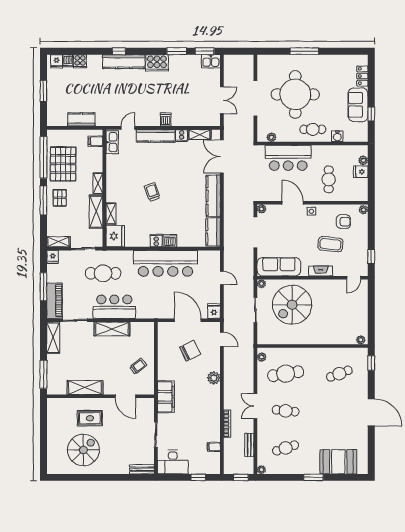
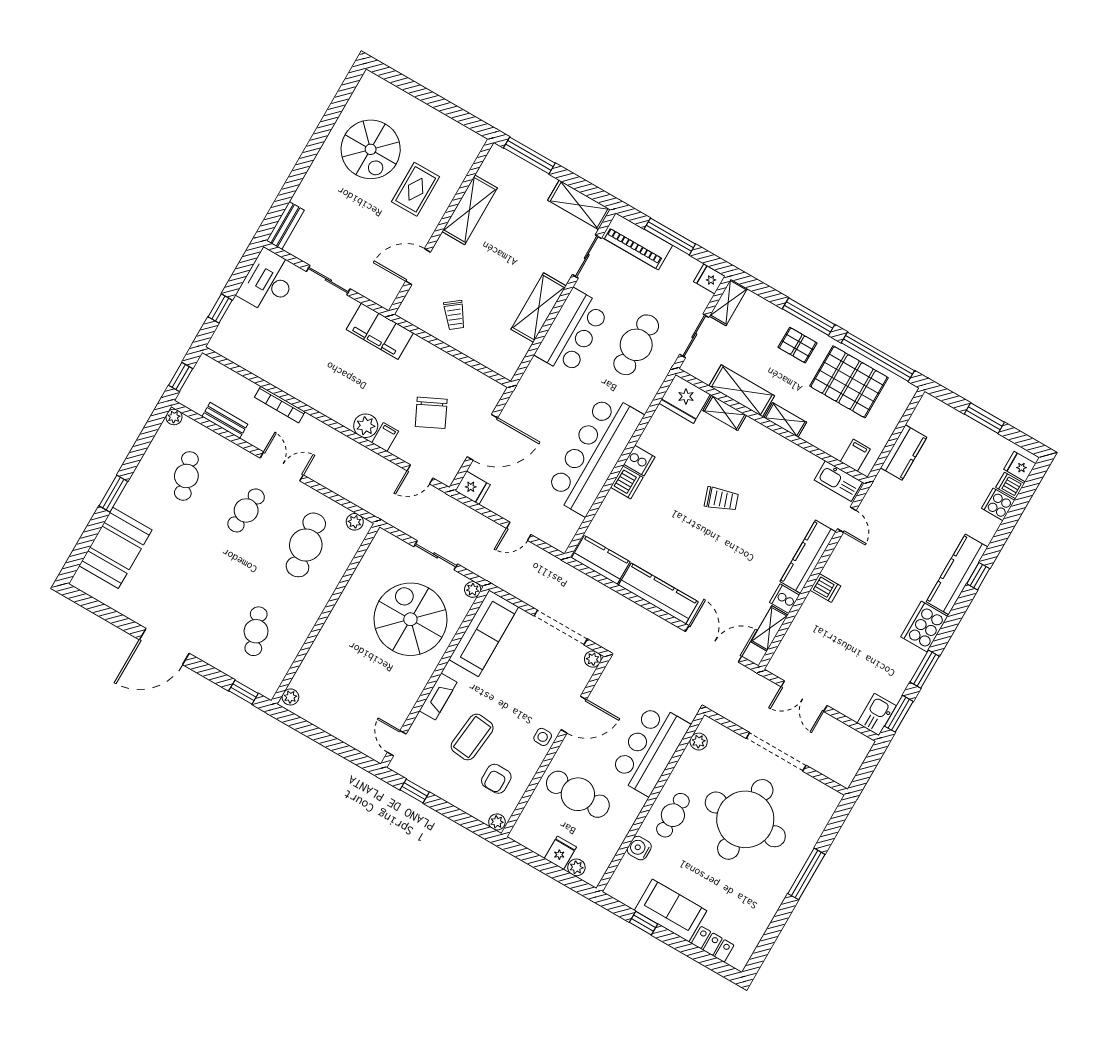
cafe table: (329, 179) -> (578, 794), width x1.37, depth x1.35
filing cabinet: (214, 447) -> (385, 437), moved

